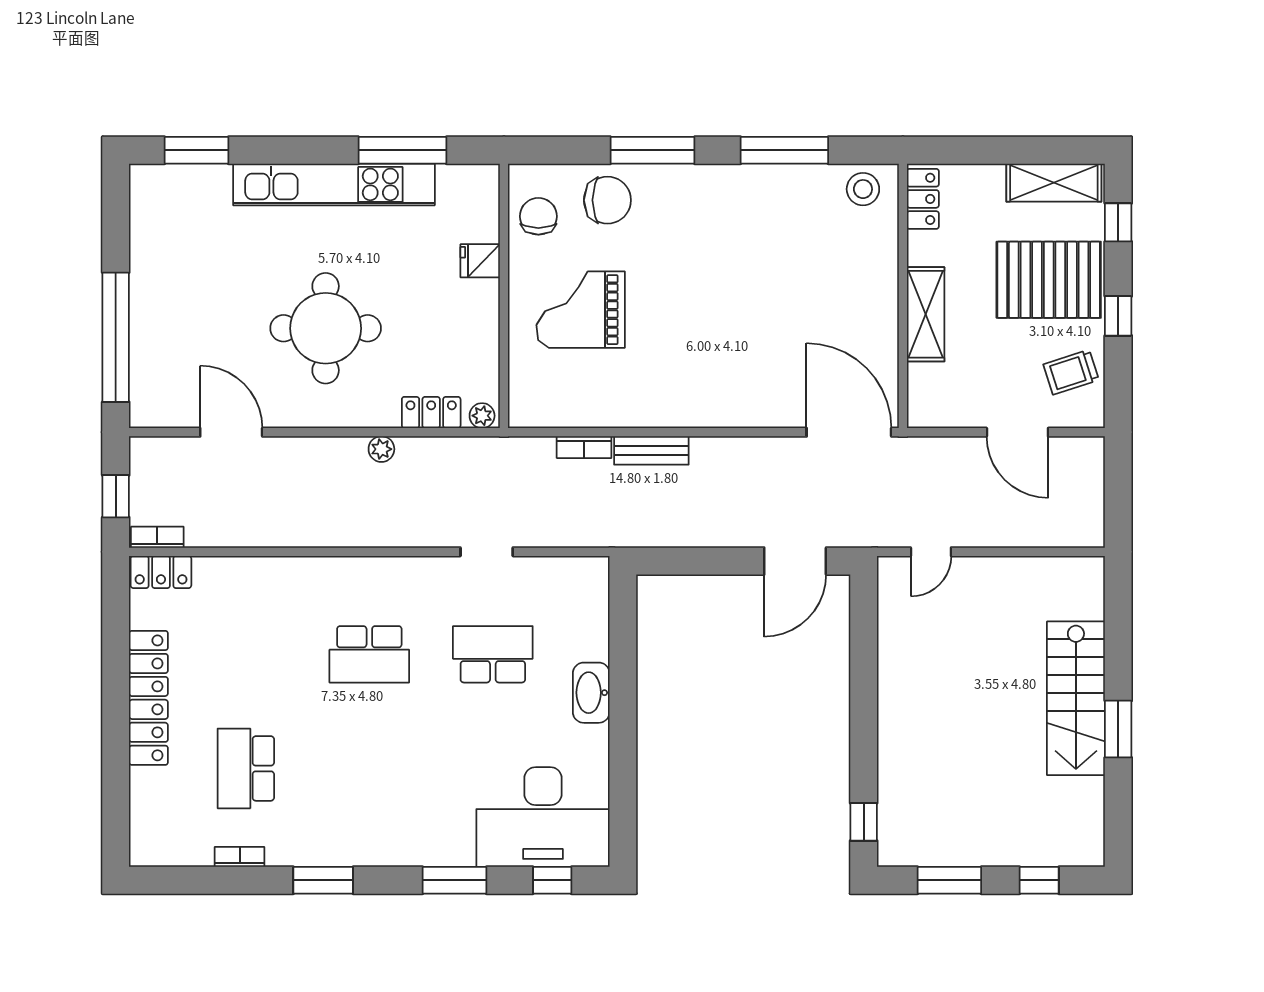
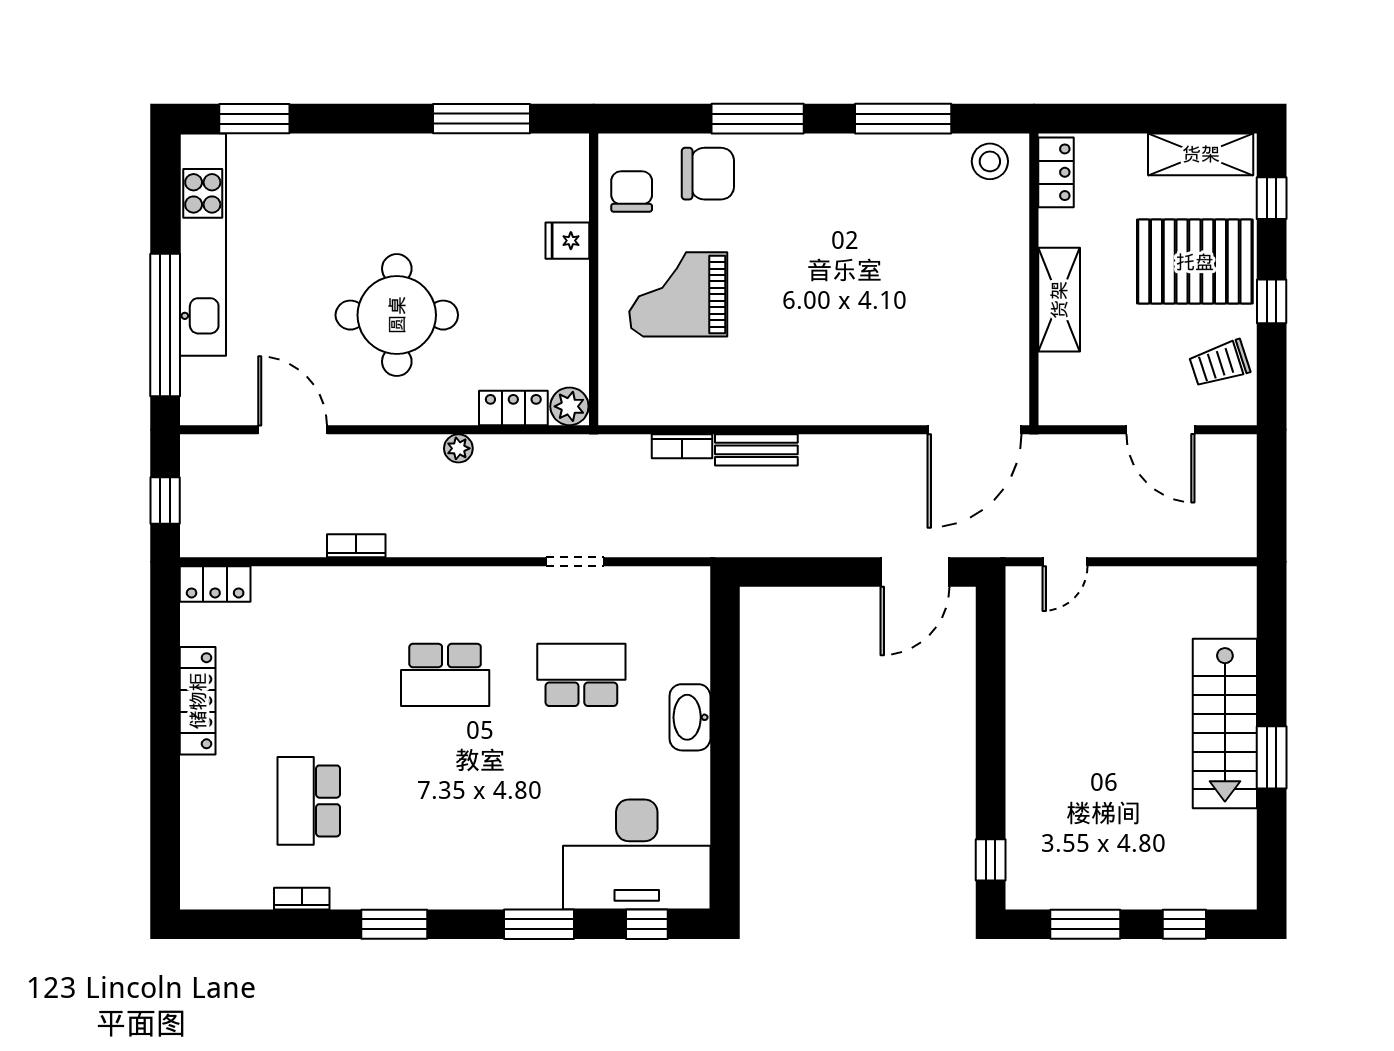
kitchen unit: (334, 184) -> (203, 245), moved, turned -90
plant: (482, 416) -> (569, 406), width x1.38, depth x1.38
door: (849, 432) -> (974, 430), swing flipped
bookcase: (157, 537) -> (356, 546), moved
locker: (148, 698) -> (198, 701), width x0.71, depth x0.83

